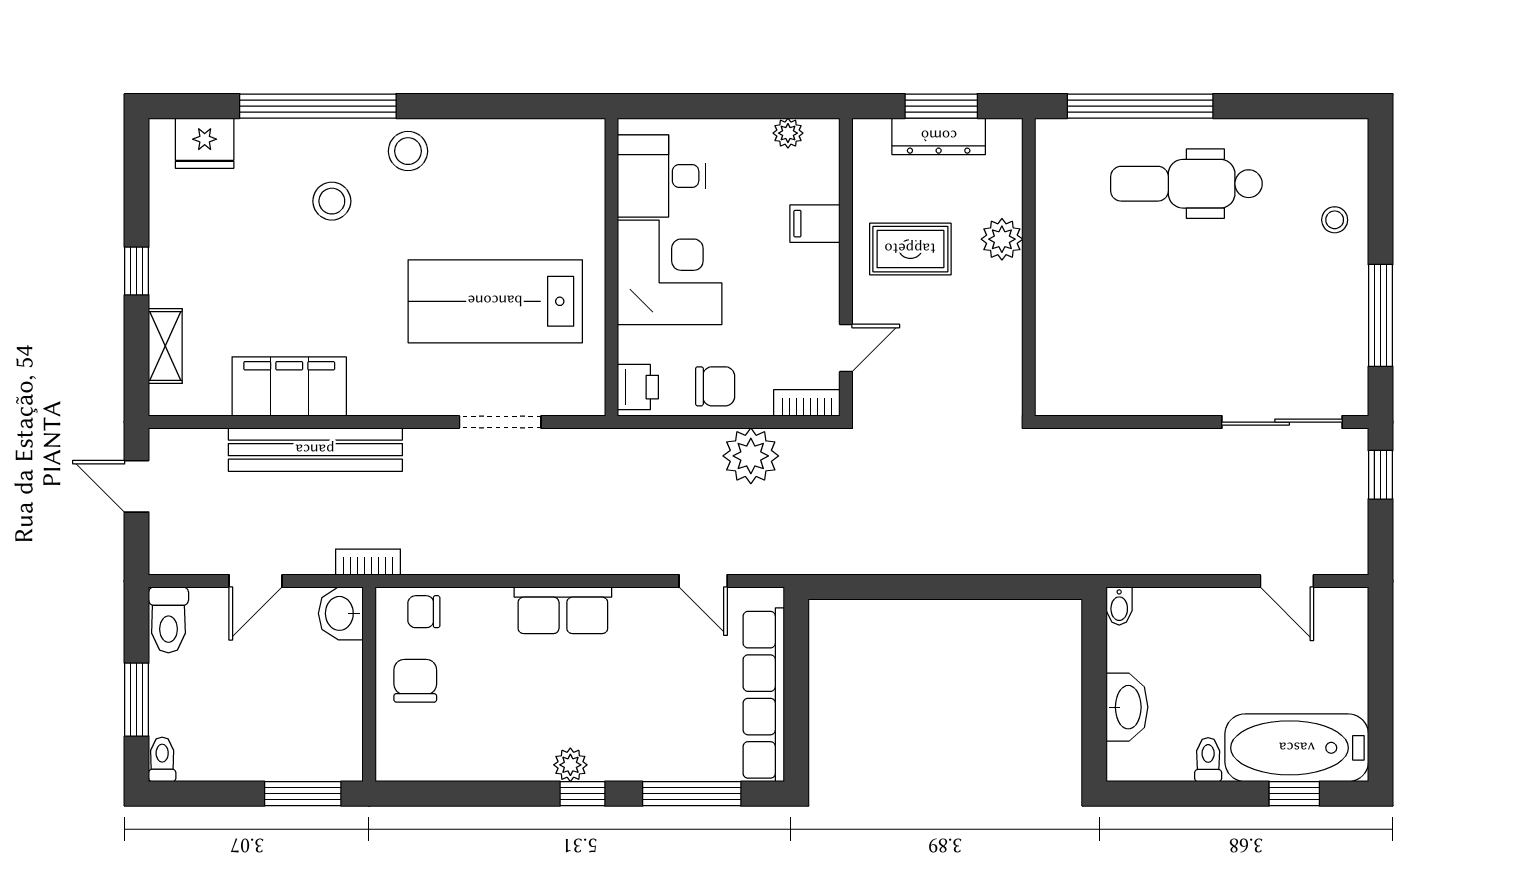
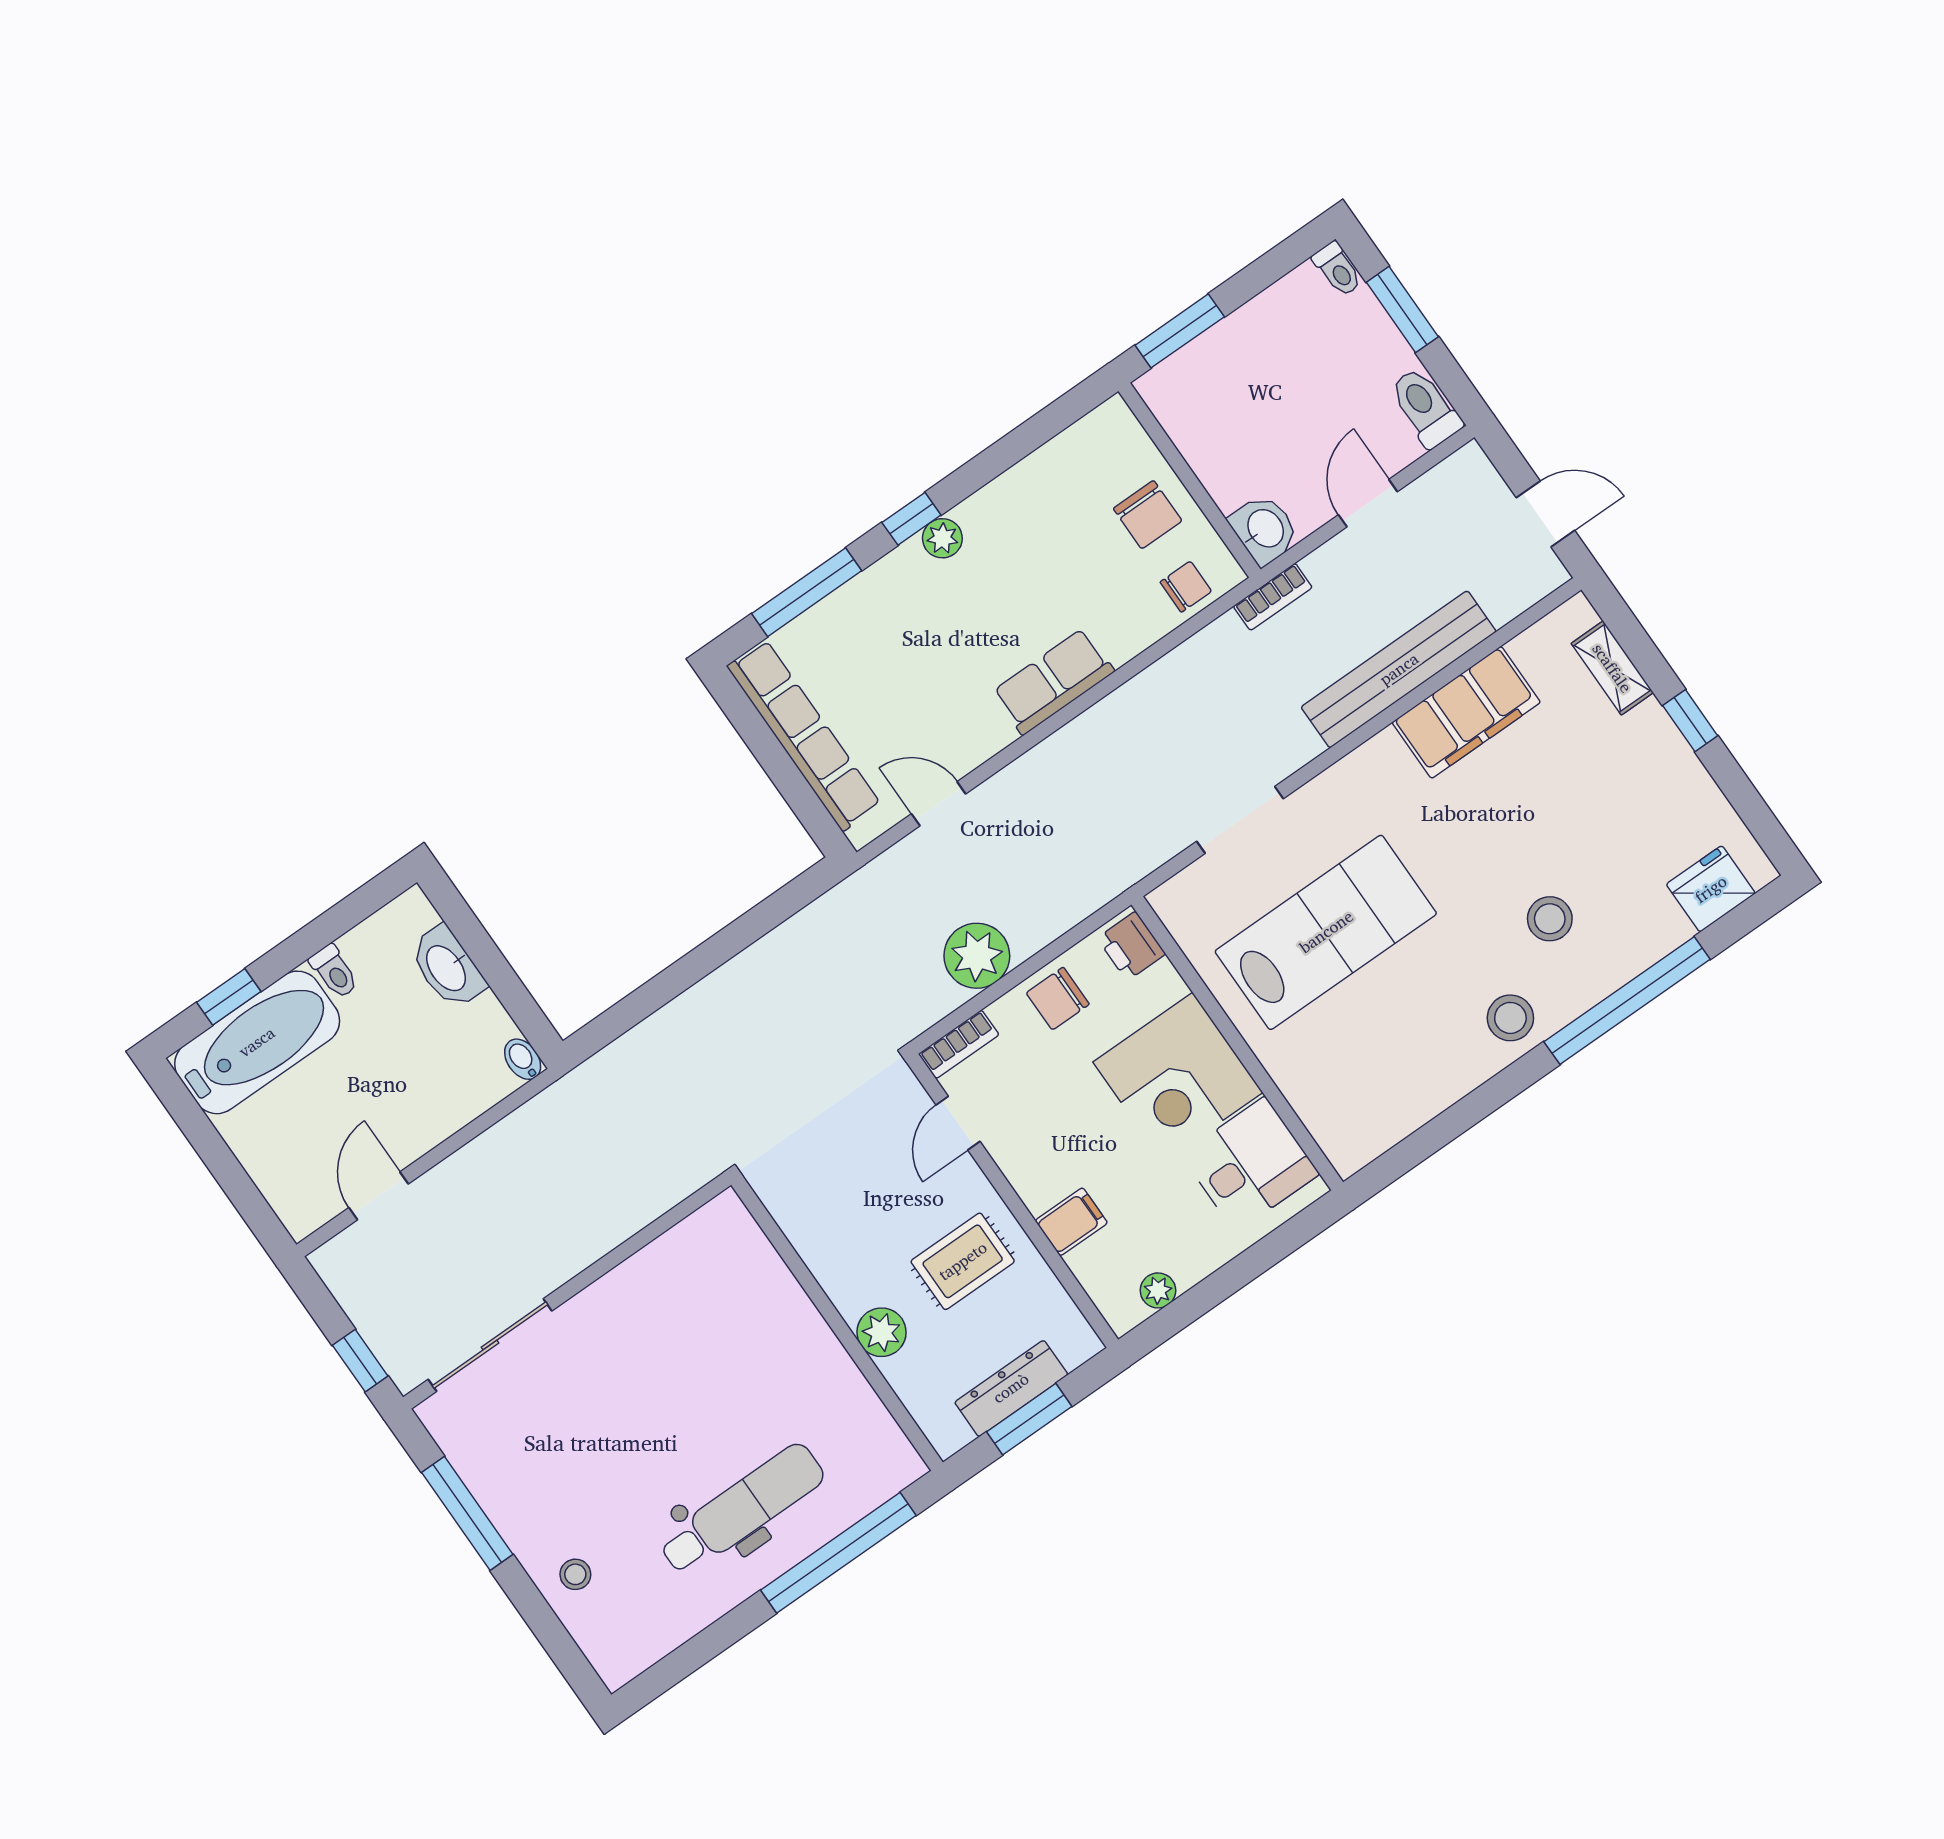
door: (1287, 581) -> (379, 1196), hinge flipped

